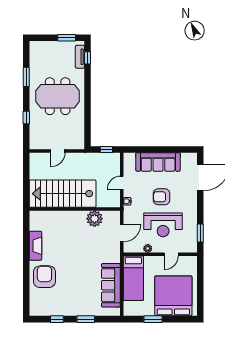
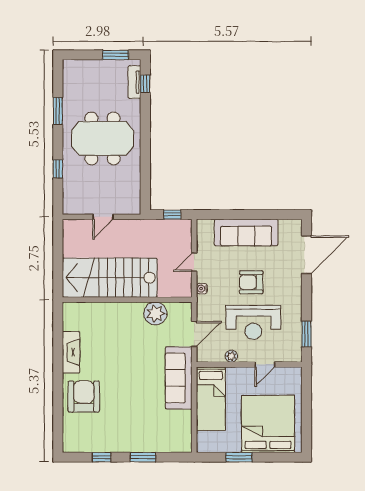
sofa: (111, 285) -> (179, 378), moved

